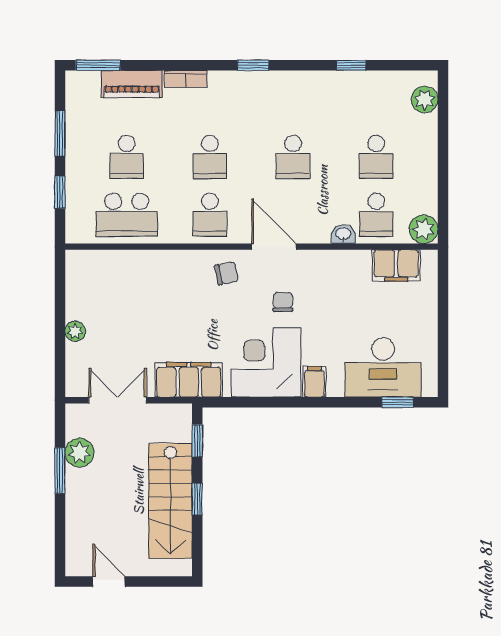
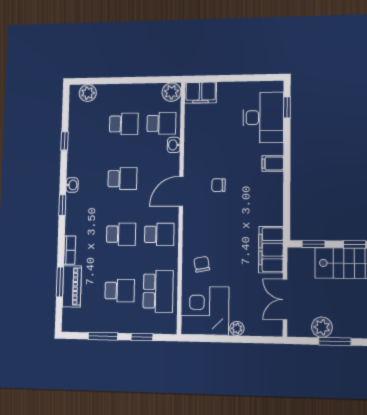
window: (98, 65) -> (60, 282), moved
washbasin: (284, 79) -> (72, 185), added
filing cabinet: (396, 266) -> (201, 93), moved, turned 90
chair: (226, 273) -> (202, 264), moved
corner desk: (266, 362) -> (205, 311), moved, turned 90

